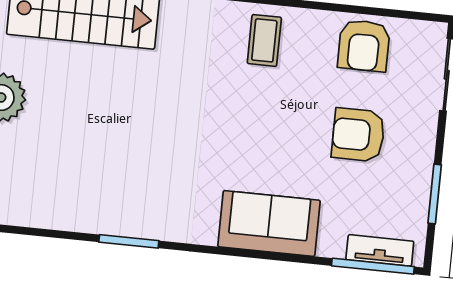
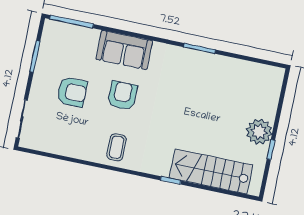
armchair: (364, 46) -> (122, 96), moved
tv unit: (380, 250) -> (67, 30), removed

